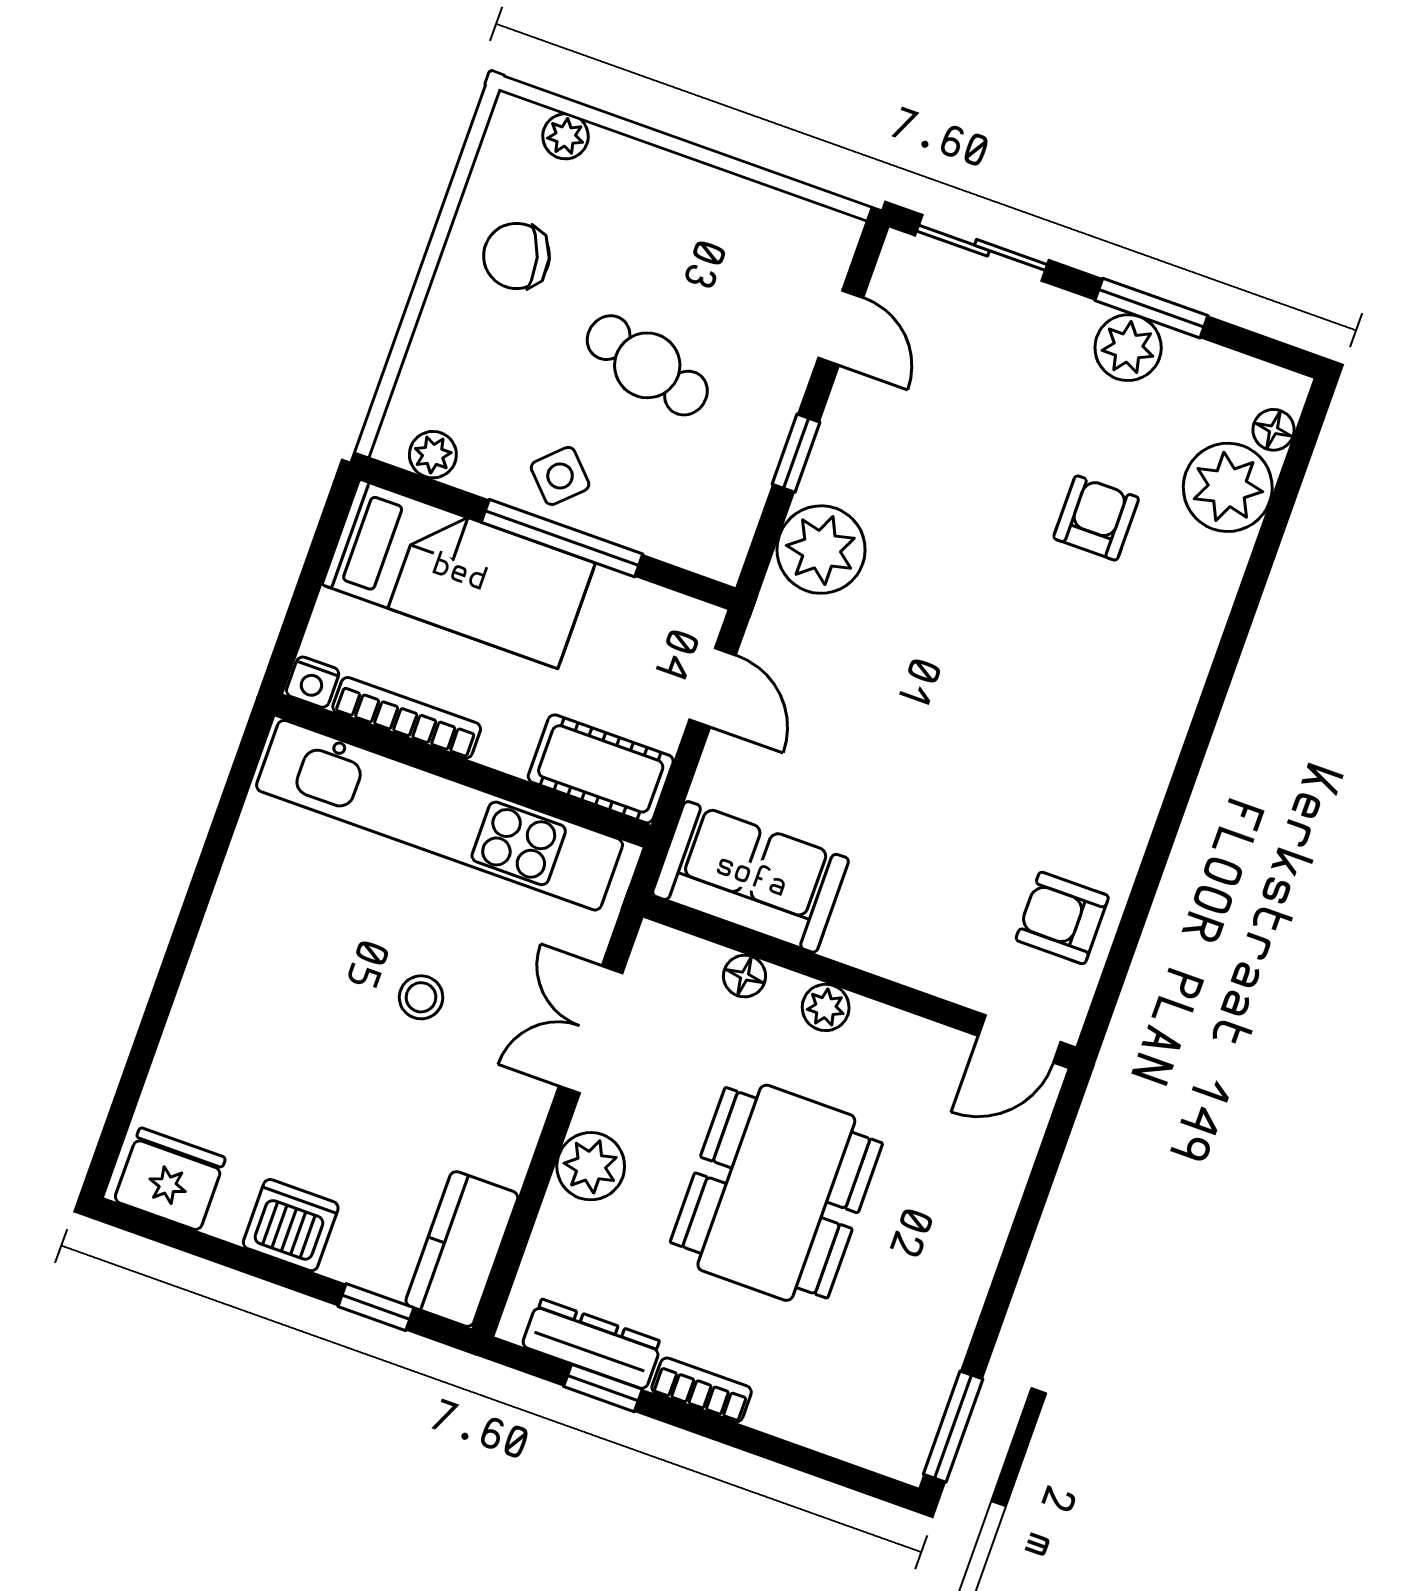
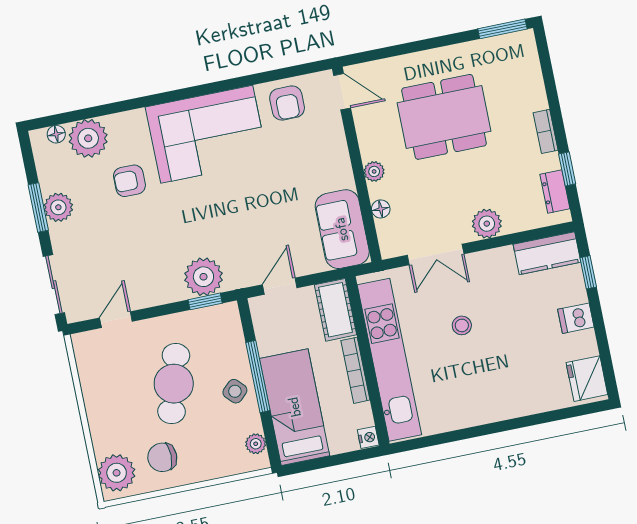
plant: (565, 136) -> (117, 473), width x1.87, depth x1.87
chair: (517, 256) -> (162, 457), turned 105
cafe table: (647, 365) -> (174, 384), width x1.37, depth x1.35
window: (796, 453) -> (205, 301), moved
bookcase: (407, 718) -> (355, 370), moved
corner sofa: (1096, 724) -> (207, 134), added
dining table: (776, 1193) -> (444, 117), moved
dishwasher: (291, 1225) -> (576, 318), width x0.73
dresser: (592, 1344) -> (555, 192), width x0.70

